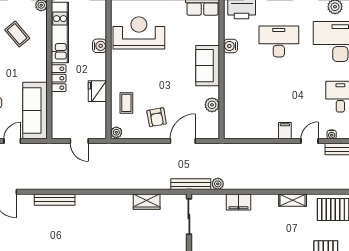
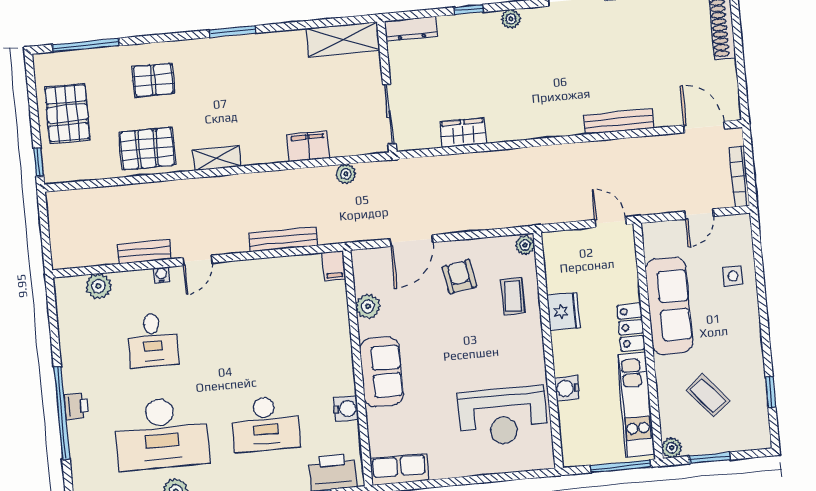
sofa: (35, 110) -> (669, 306), moved
filing cabinet: (285, 131) -> (334, 266), moved
door: (79, 141) -> (610, 222), moved
bench: (191, 184) -> (283, 239), moved

